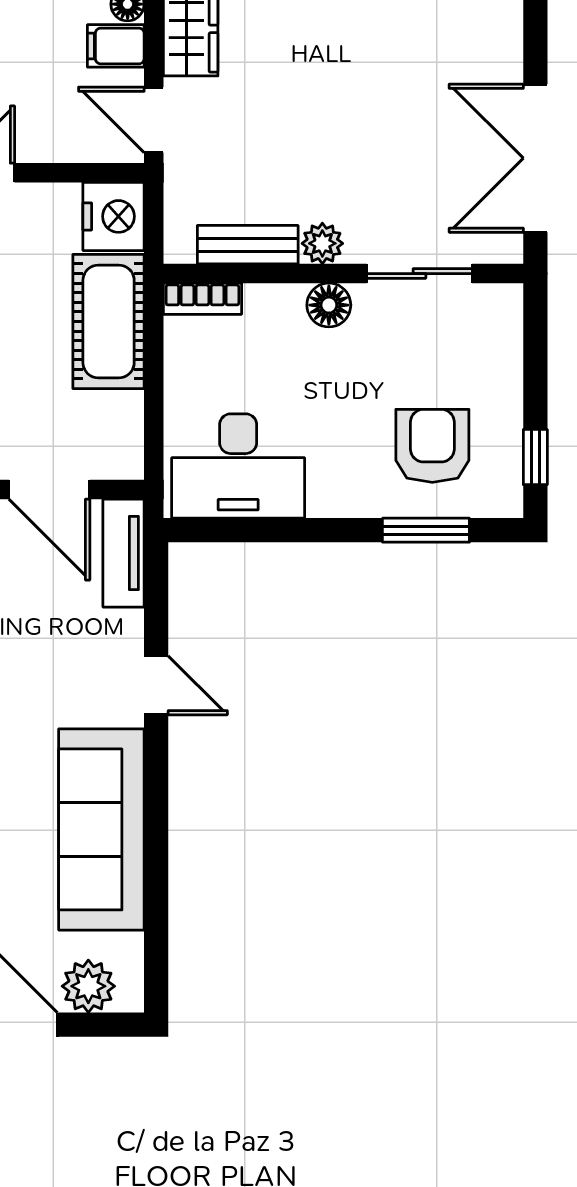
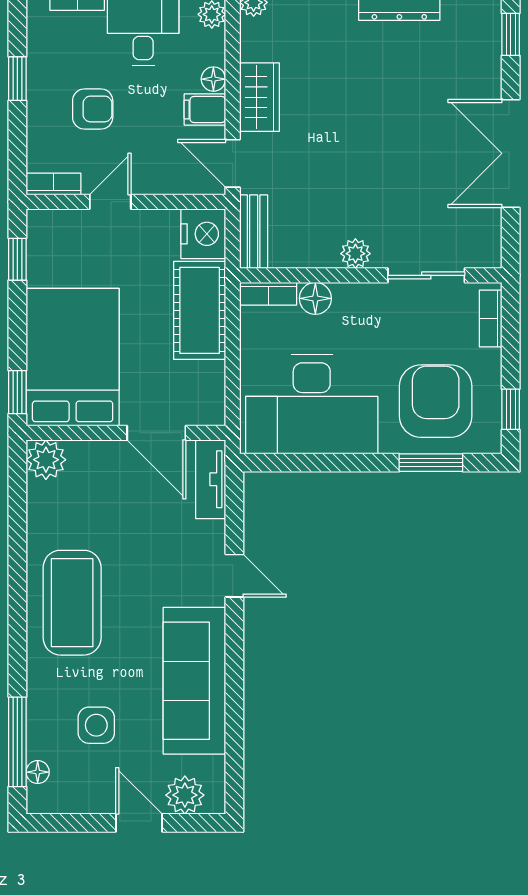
double door: (535, 158) -> (511, 153), moved
bench: (248, 245) -> (254, 232), moved, turned 90
floor lamp: (329, 305) -> (315, 298), moved
bookcase: (508, 333) -> (491, 319), added
armchair: (432, 446) -> (436, 401), width x1.36, depth x1.36
desk: (238, 466) -> (312, 404), width x1.36, depth x1.30

